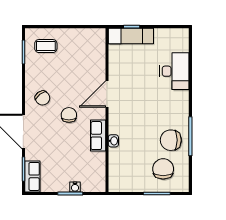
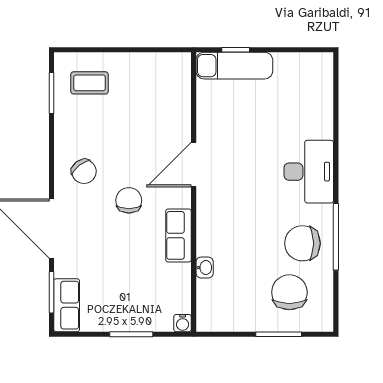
desk: (174, 71) -> (309, 172), moved
washbasin: (113, 141) -> (205, 268), moved
water cooler: (75, 187) -> (183, 323), moved

